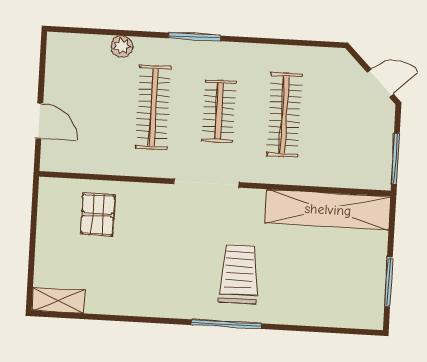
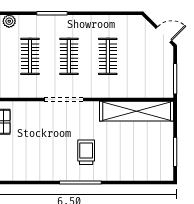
clothes rail: (154, 107) -> (30, 56), width x0.73
clothes rail: (284, 115) -> (108, 56), width x0.73
trolley: (239, 274) -> (86, 152), width x0.73, depth x0.72

